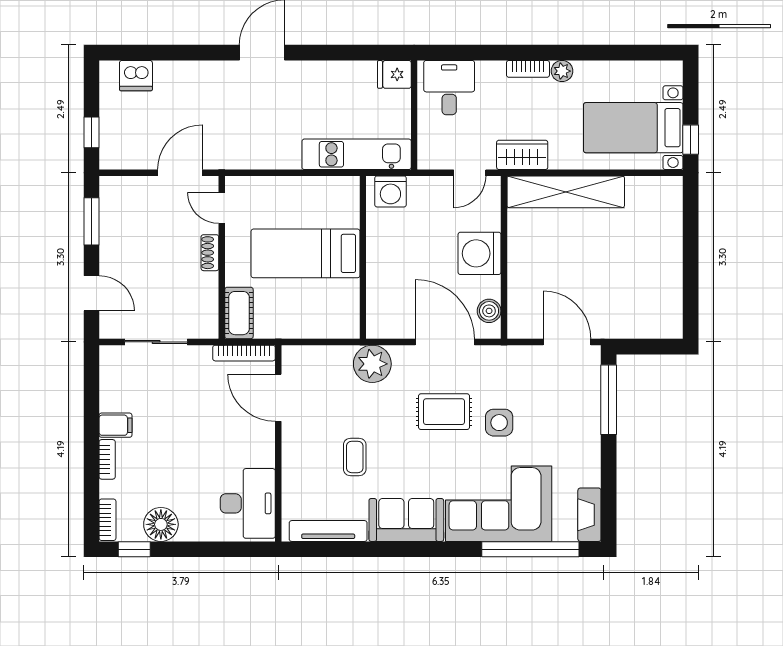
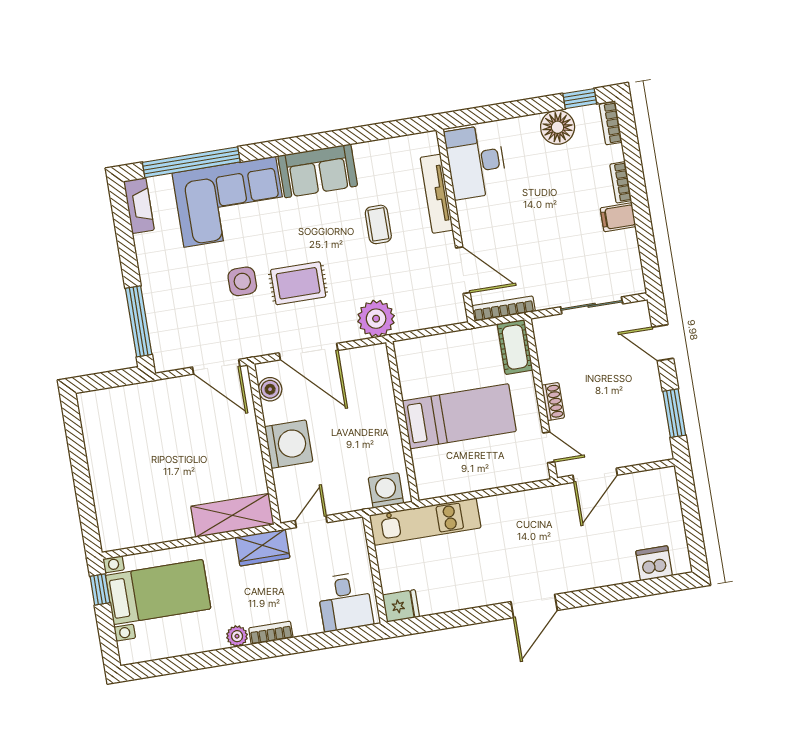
window: (92, 132) -> (689, 501), removed
shelving: (566, 192) -> (232, 515), width x0.68
door: (567, 342) -> (216, 367), moved
tv unit: (328, 531) -> (437, 194), moved, turned 90

